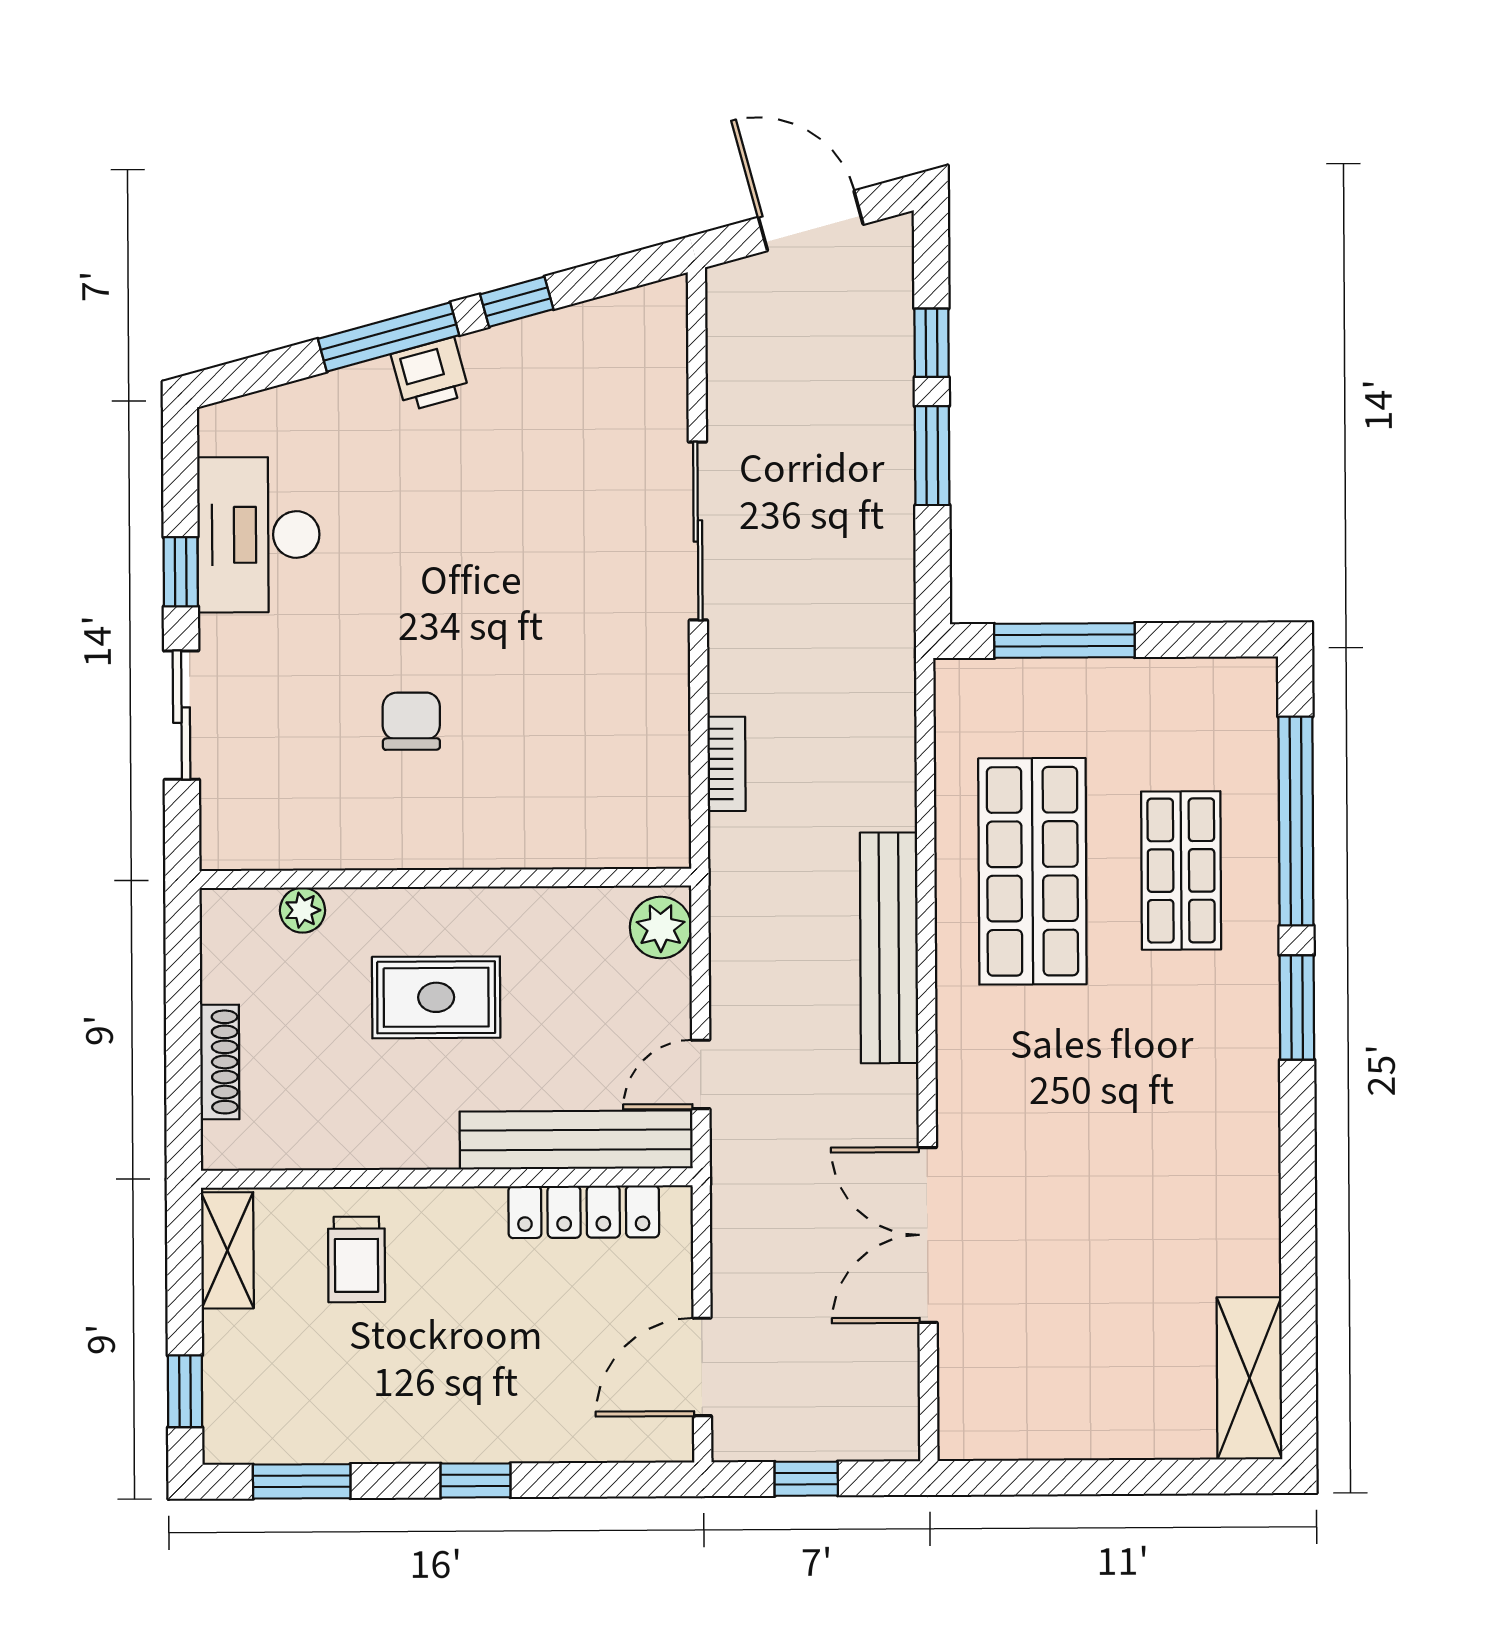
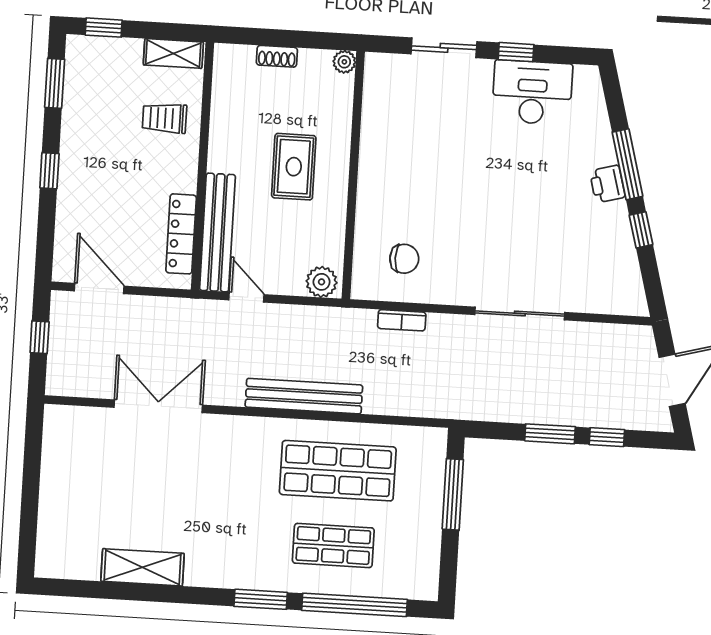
chair: (411, 721) -> (404, 259), moved
plant: (302, 910) -> (344, 62), moved
shoe rack: (220, 1062) -> (277, 56), width x0.70
shelving: (1249, 1378) -> (143, 567), moved

